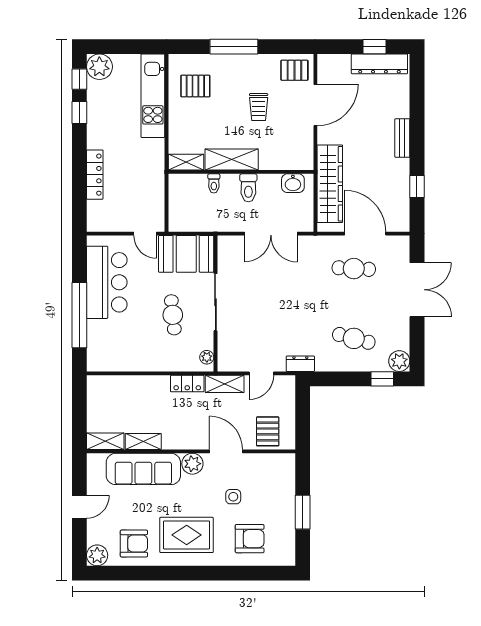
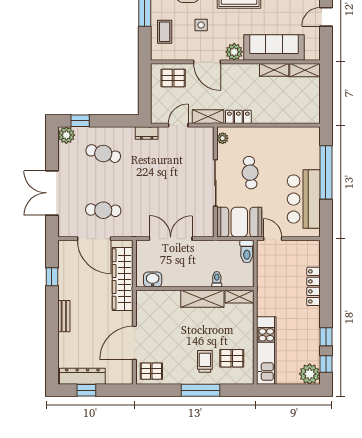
trolley: (259, 107) -> (205, 361), moved
toilet: (248, 188) -> (247, 251), moved, turned 180
pallet: (268, 431) -> (173, 78), turned 90
coffee table: (278, 488) -> (165, 32), added

